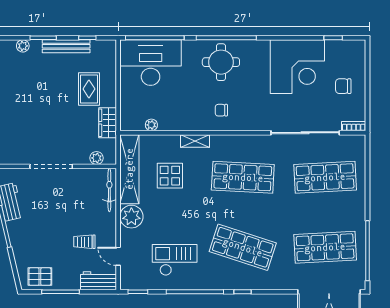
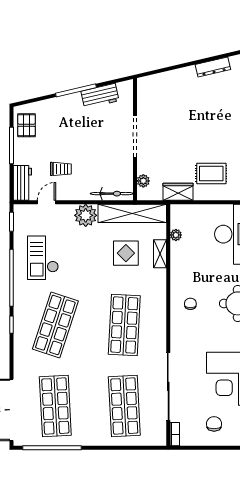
shelving: (195, 141) -> (160, 254), moved
trolley: (84, 242) -> (61, 169), turned 90
checkout: (175, 260) -> (43, 258), turned 180

